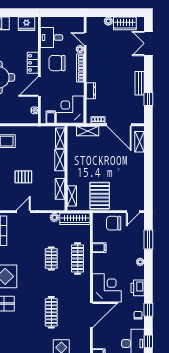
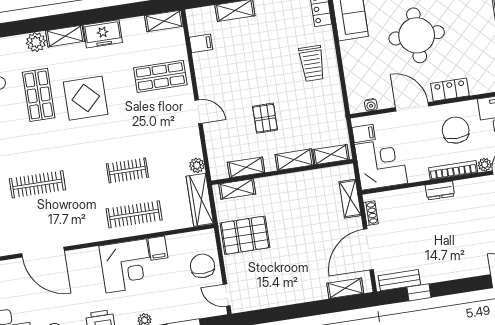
bench: (140, 83) -> (399, 280), moved
dresser: (91, 91) -> (440, 191), moved
pallet: (23, 177) -> (265, 118), moved
corner desk: (107, 288) -> (126, 266), moved

